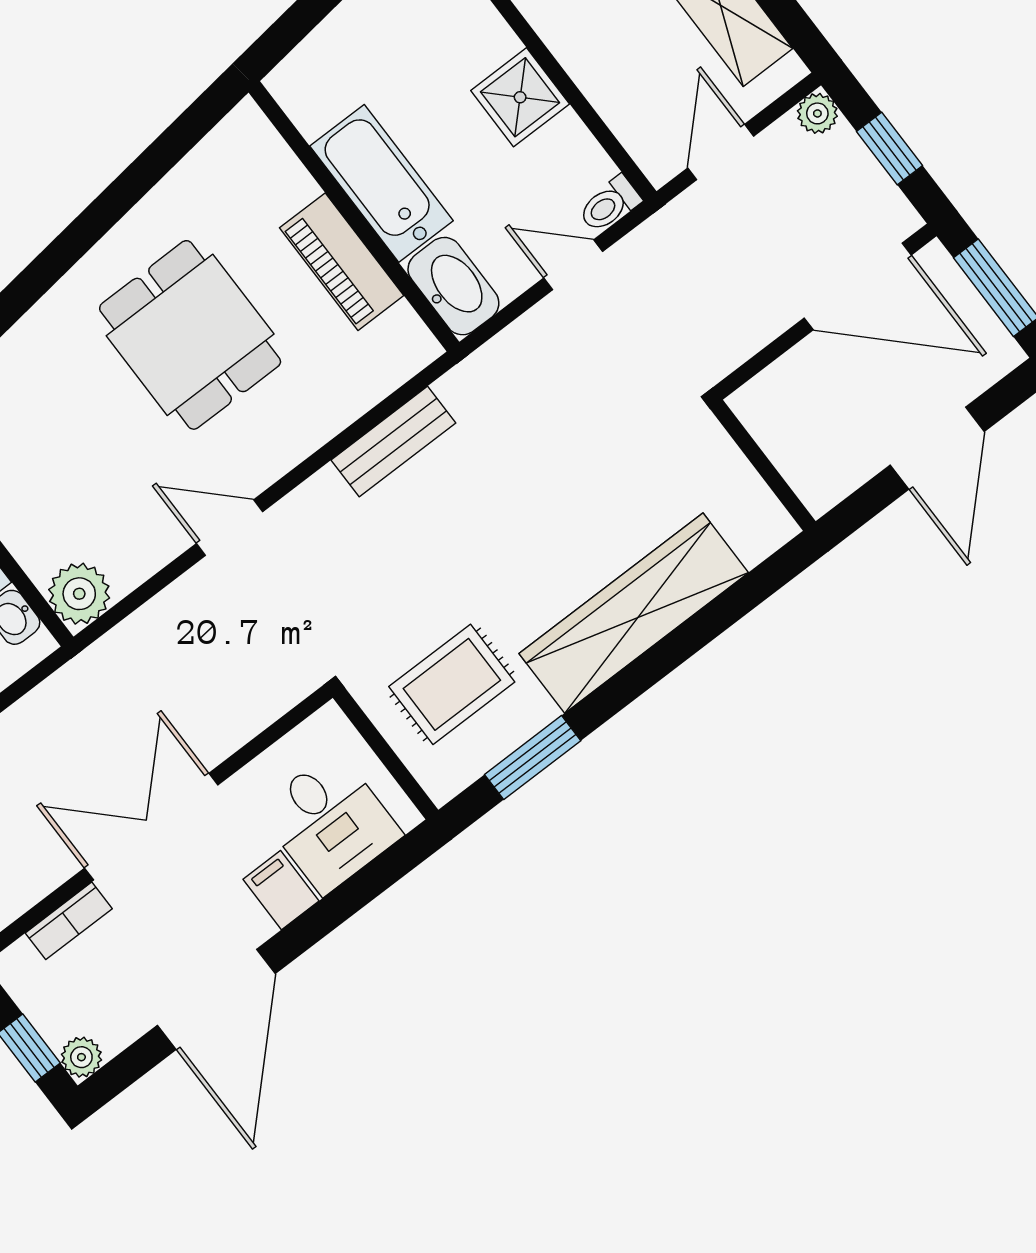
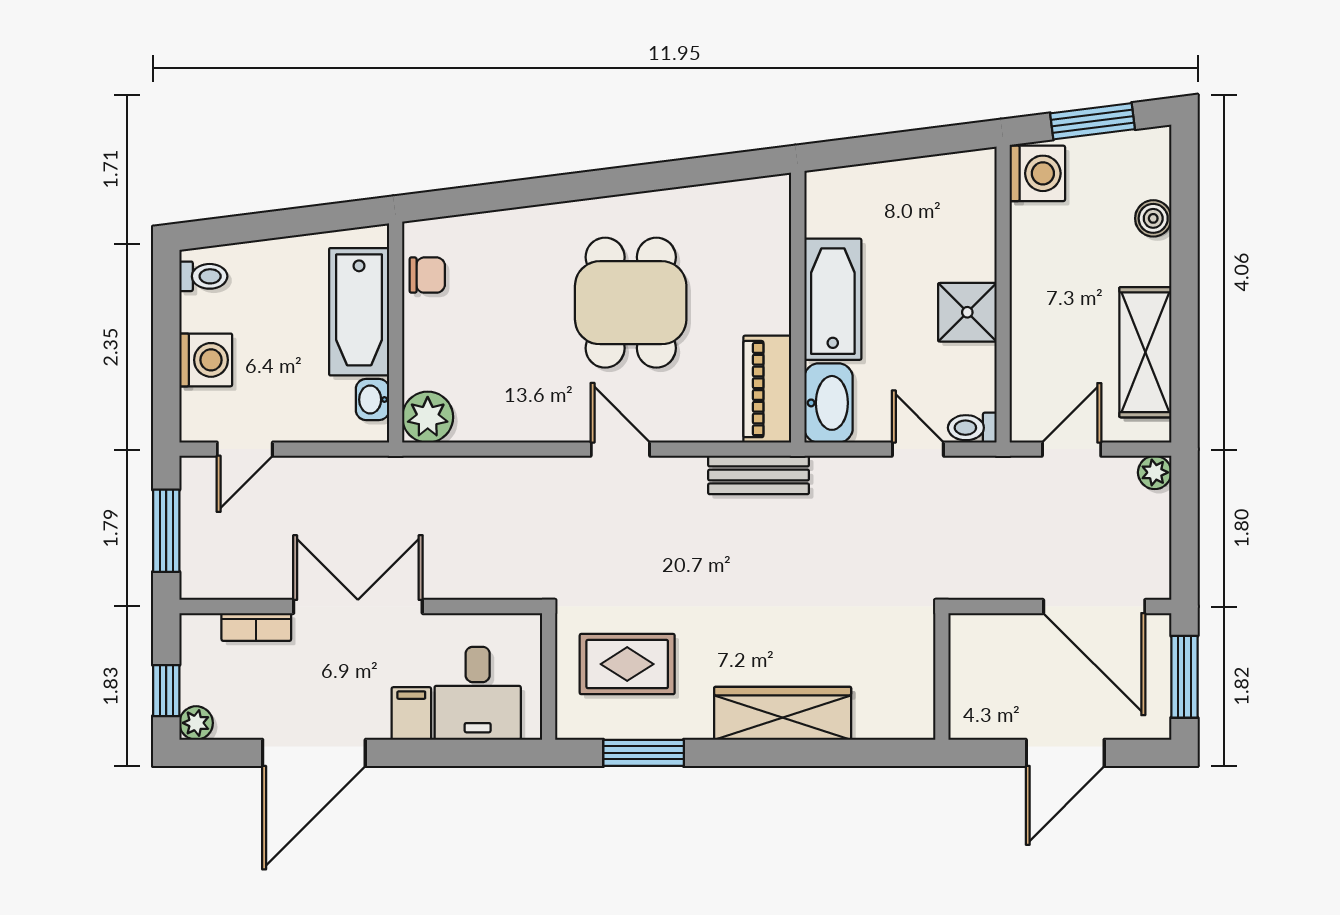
window: (890, 148) -> (1184, 532), removed
piano: (342, 262) -> (767, 389), moved
bench: (393, 441) -> (759, 475), moved
door: (229, 528) -> (620, 449), moved
wardrobe: (634, 613) -> (783, 713), width x0.71, depth x0.85

